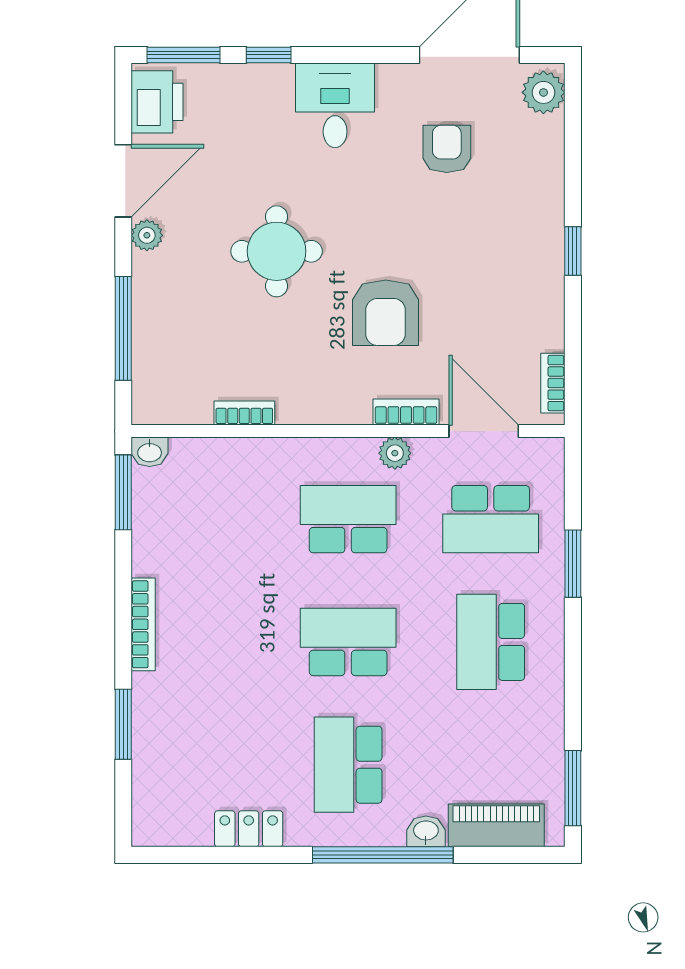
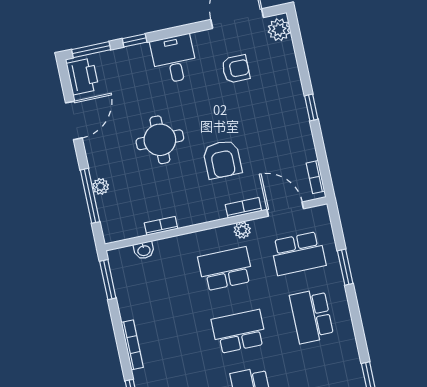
armchair: (447, 149) -> (236, 69), turned 90
plant: (147, 235) -> (101, 186), moved
washbasin: (150, 452) -> (144, 250), moved

